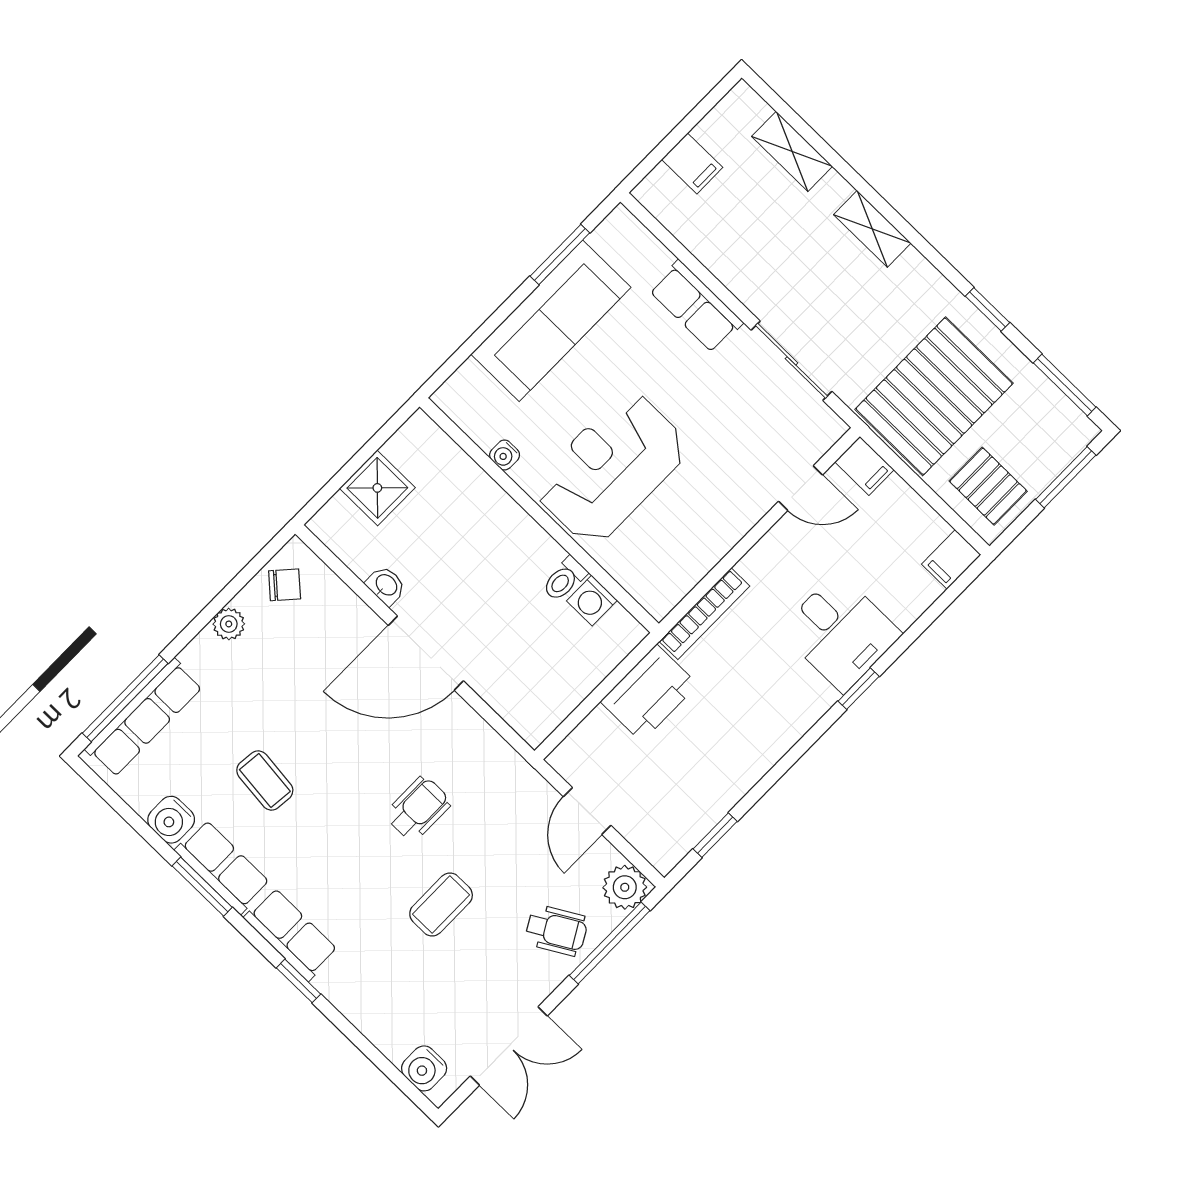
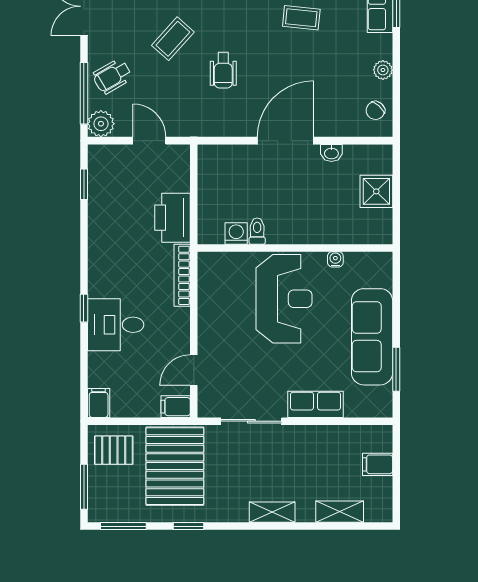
coffee table: (441, 904) -> (173, 39), turned 42

